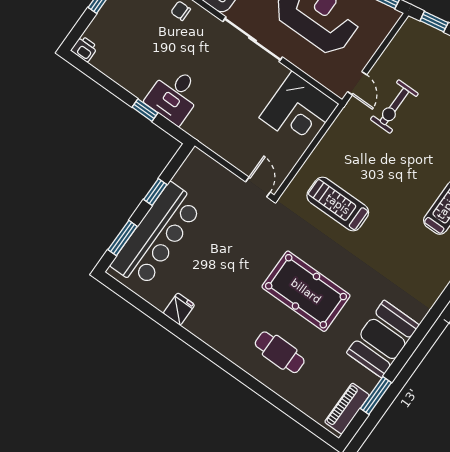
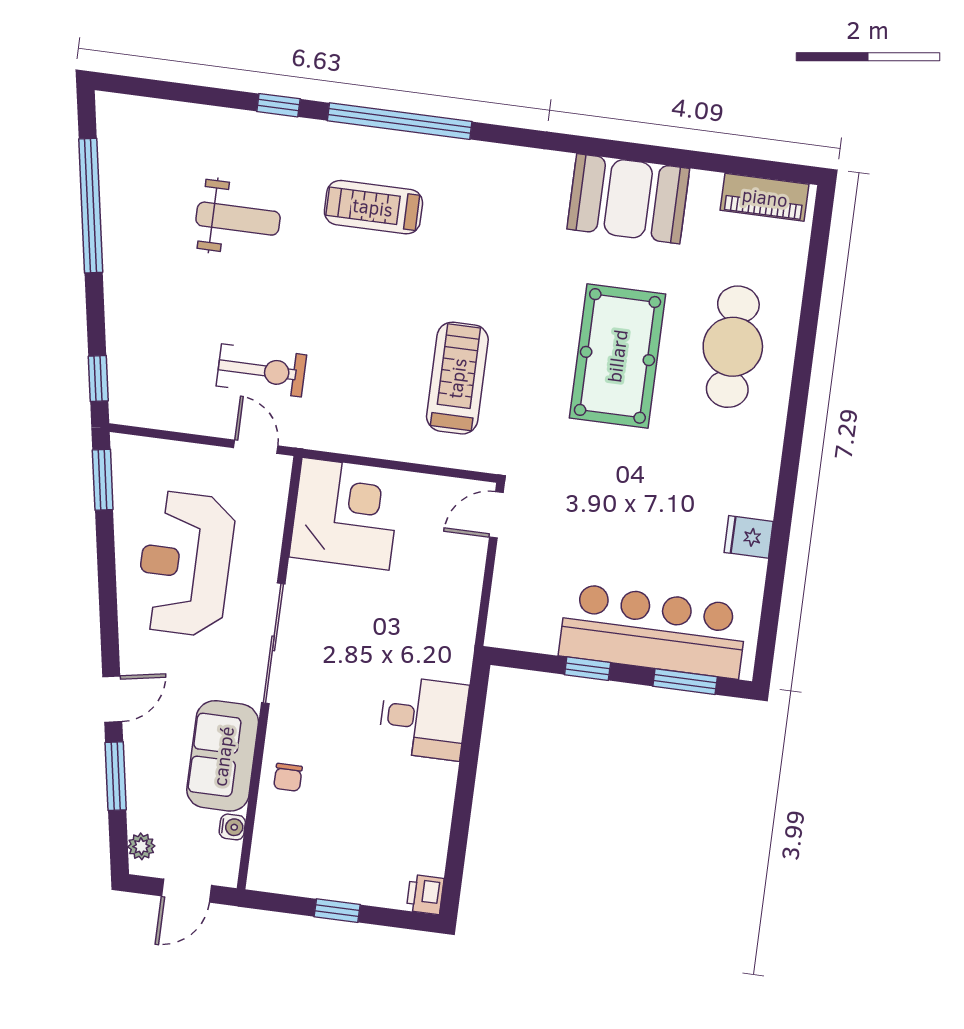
door: (357, 83) -> (256, 447), hinge flipped
window: (145, 110) -> (470, 751), removed
treadmill: (338, 204) -> (457, 378), turned 180
cafe table: (280, 352) -> (733, 347), width x1.37, depth x1.35
window: (376, 396) -> (721, 163), removed

